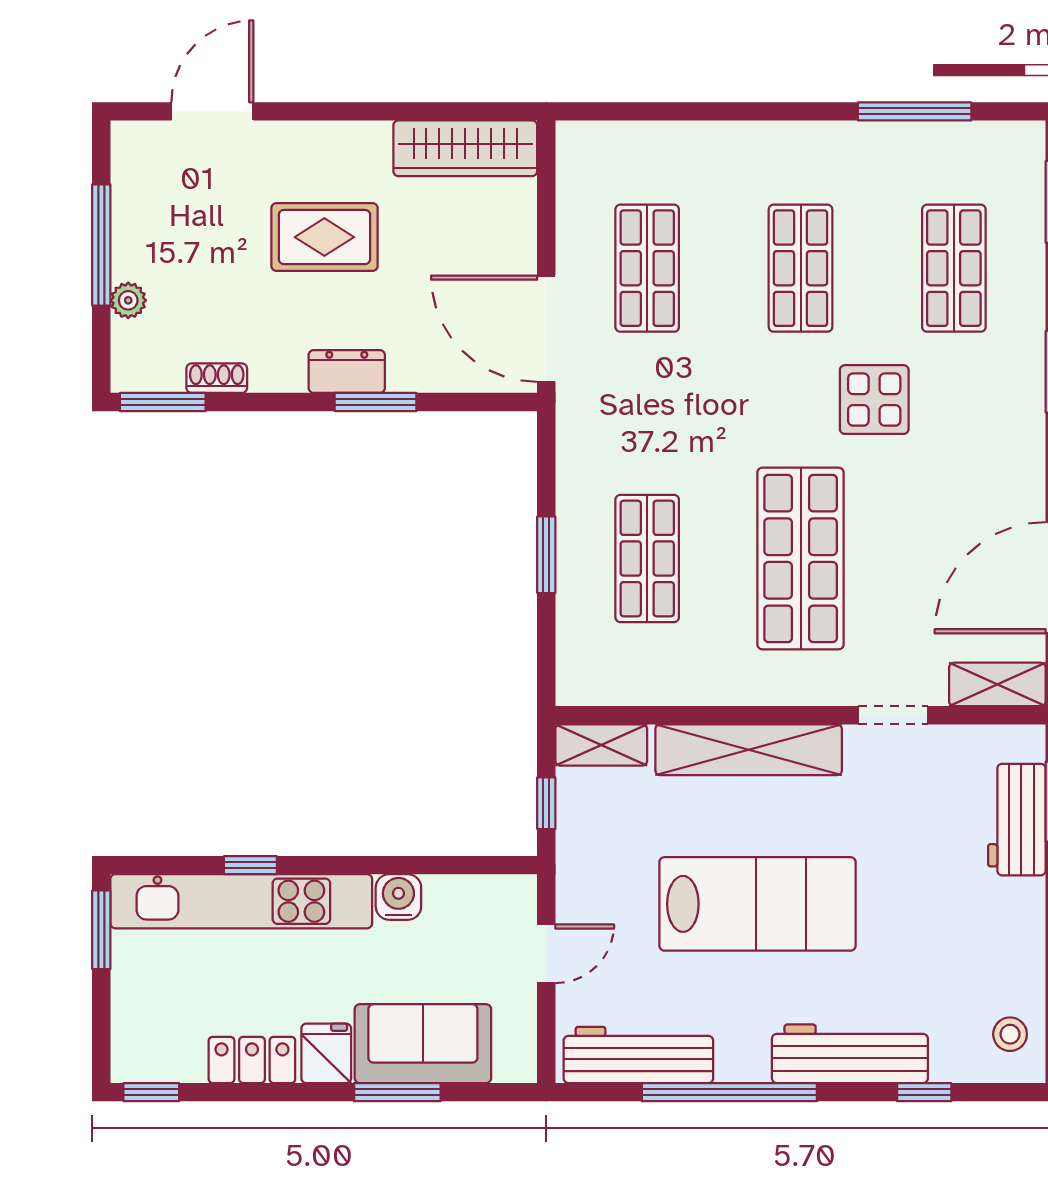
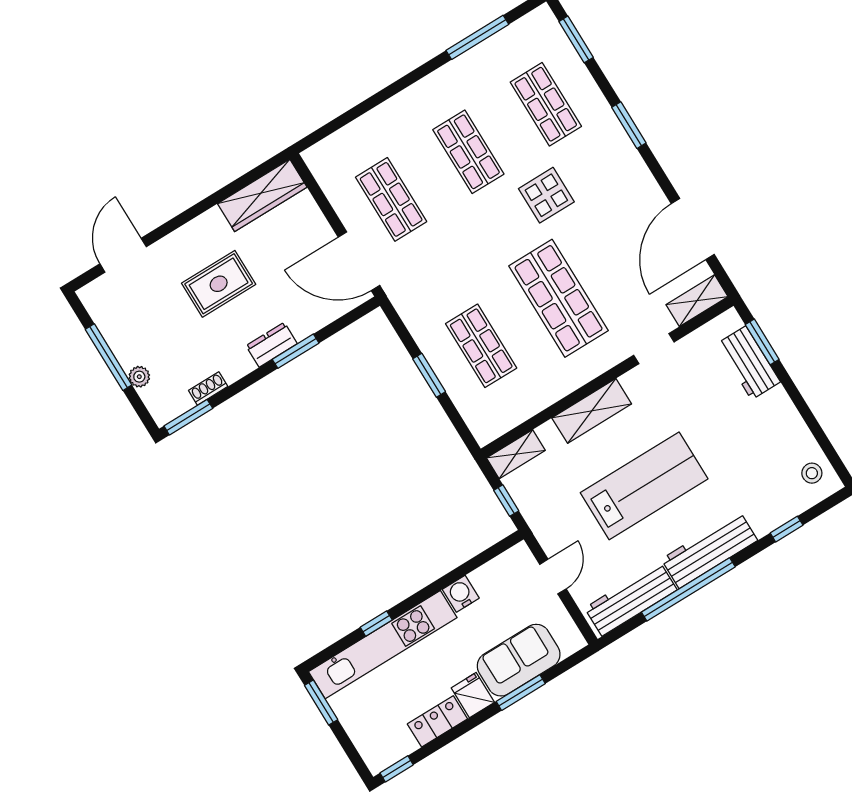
shelving: (749, 750) -> (592, 411), width x0.68
workbench: (850, 1054) -> (709, 550), moved

